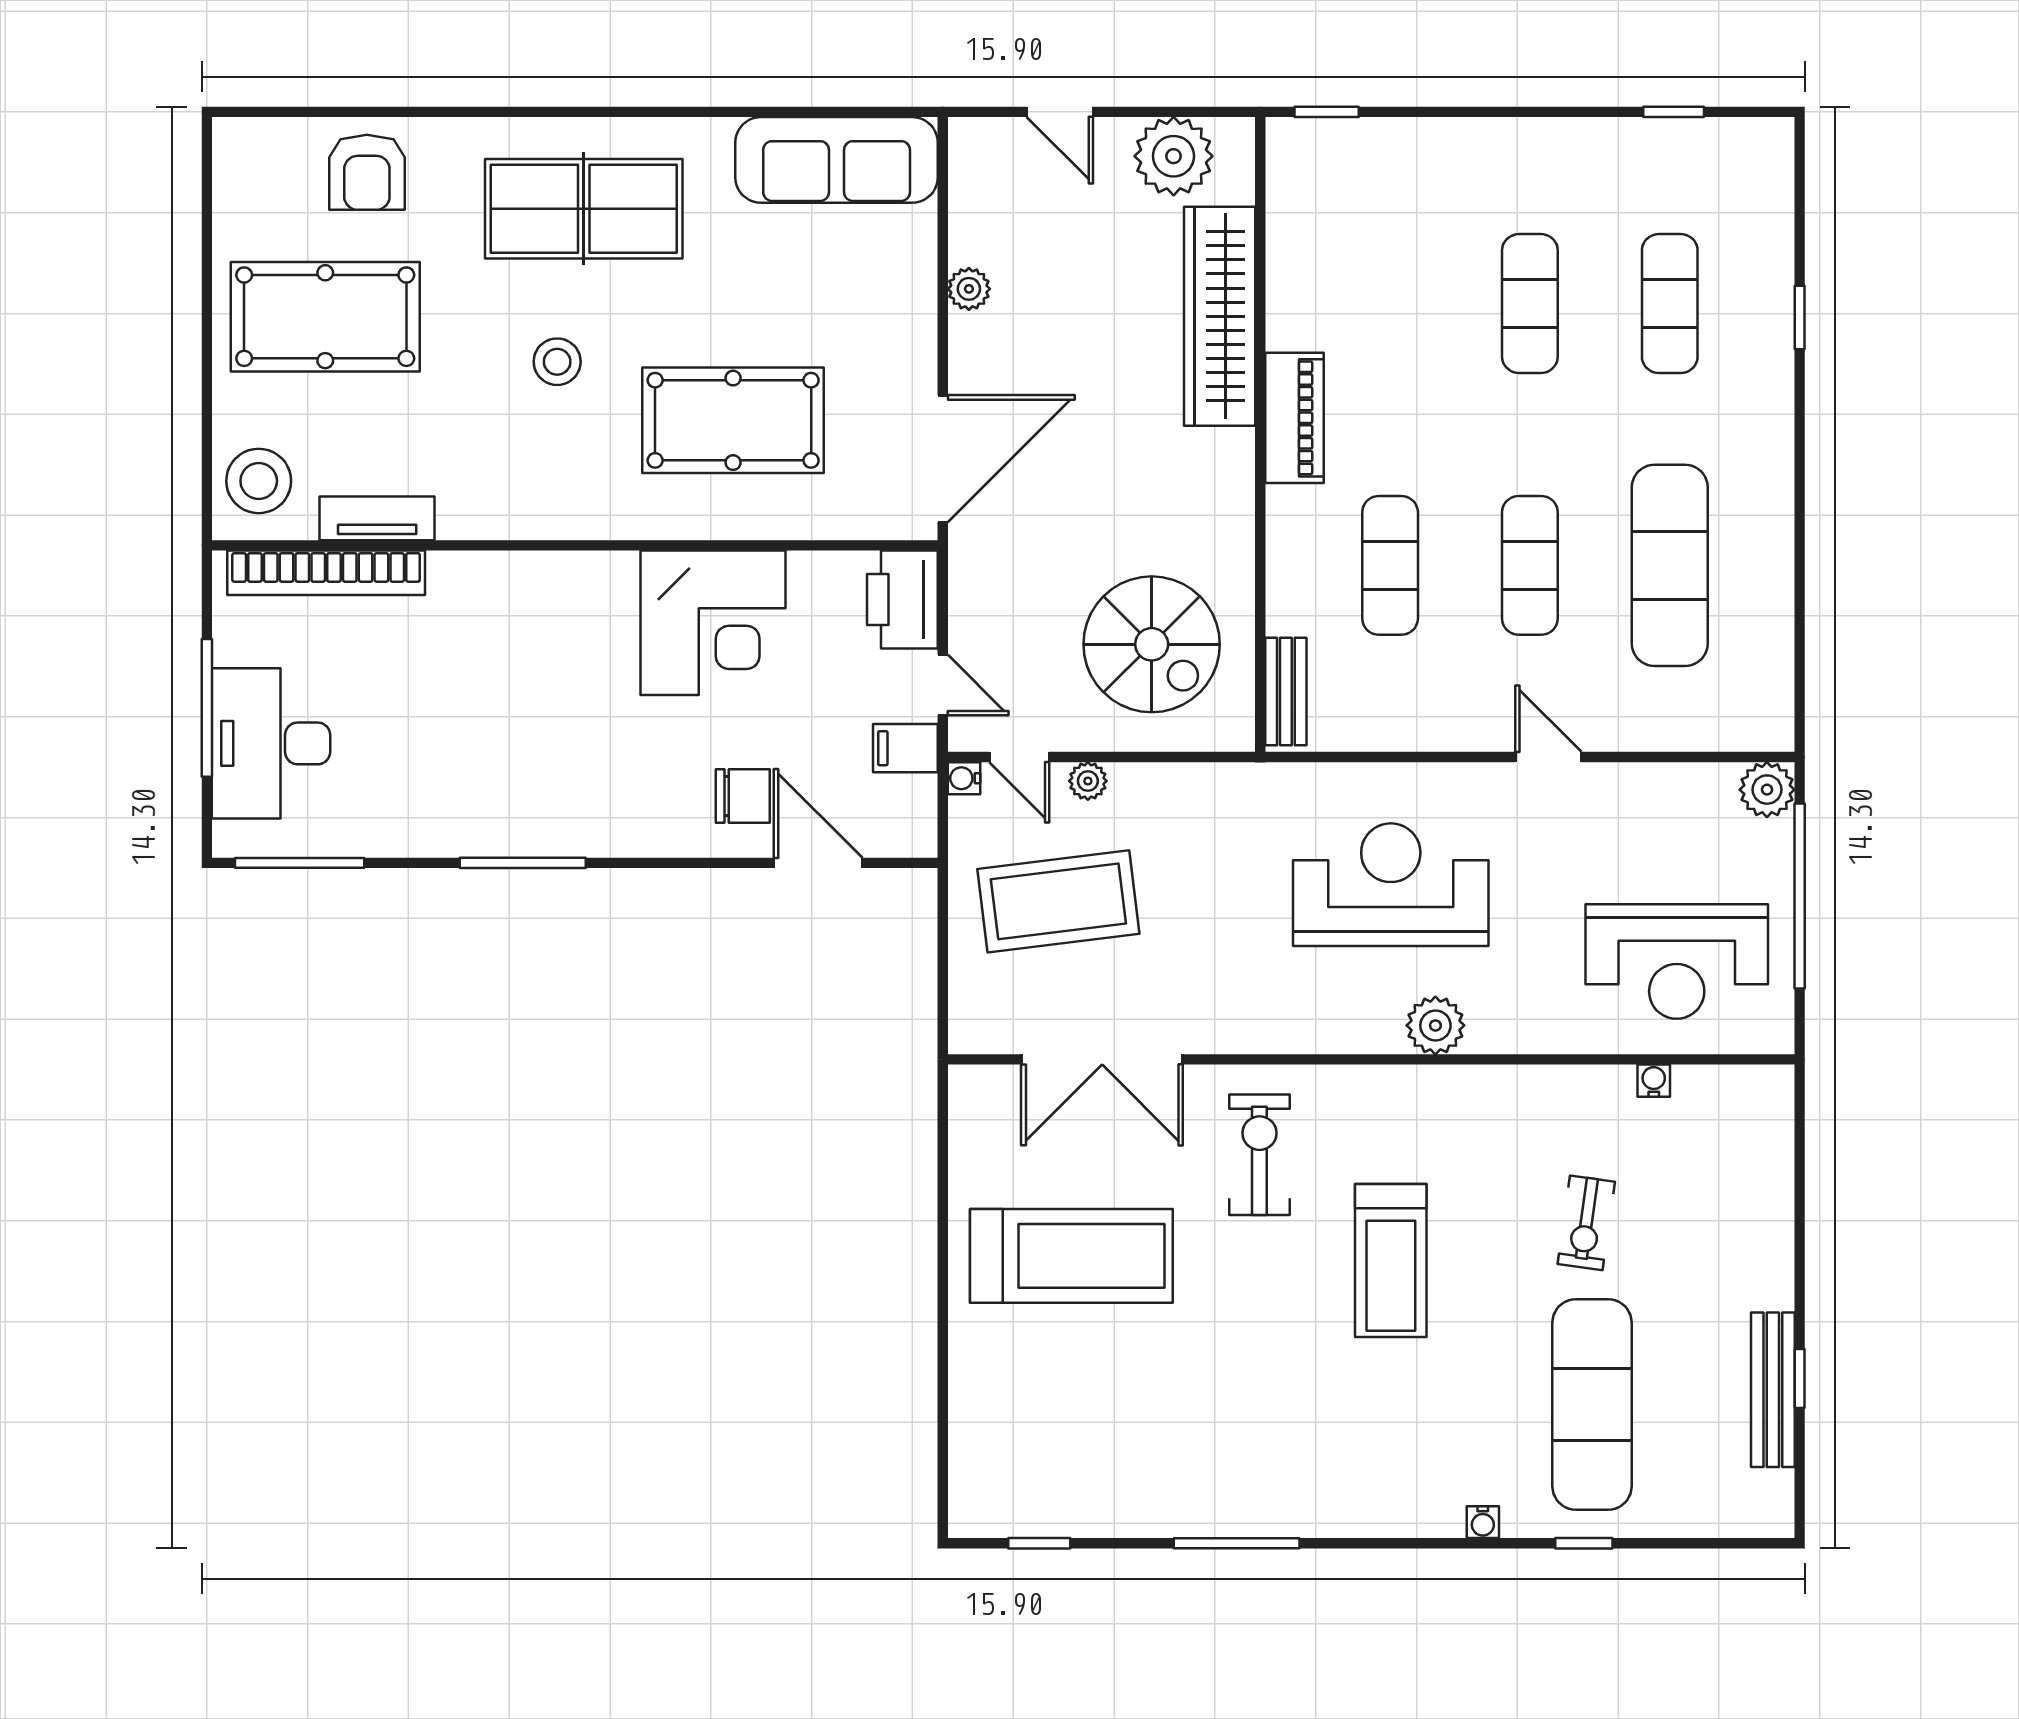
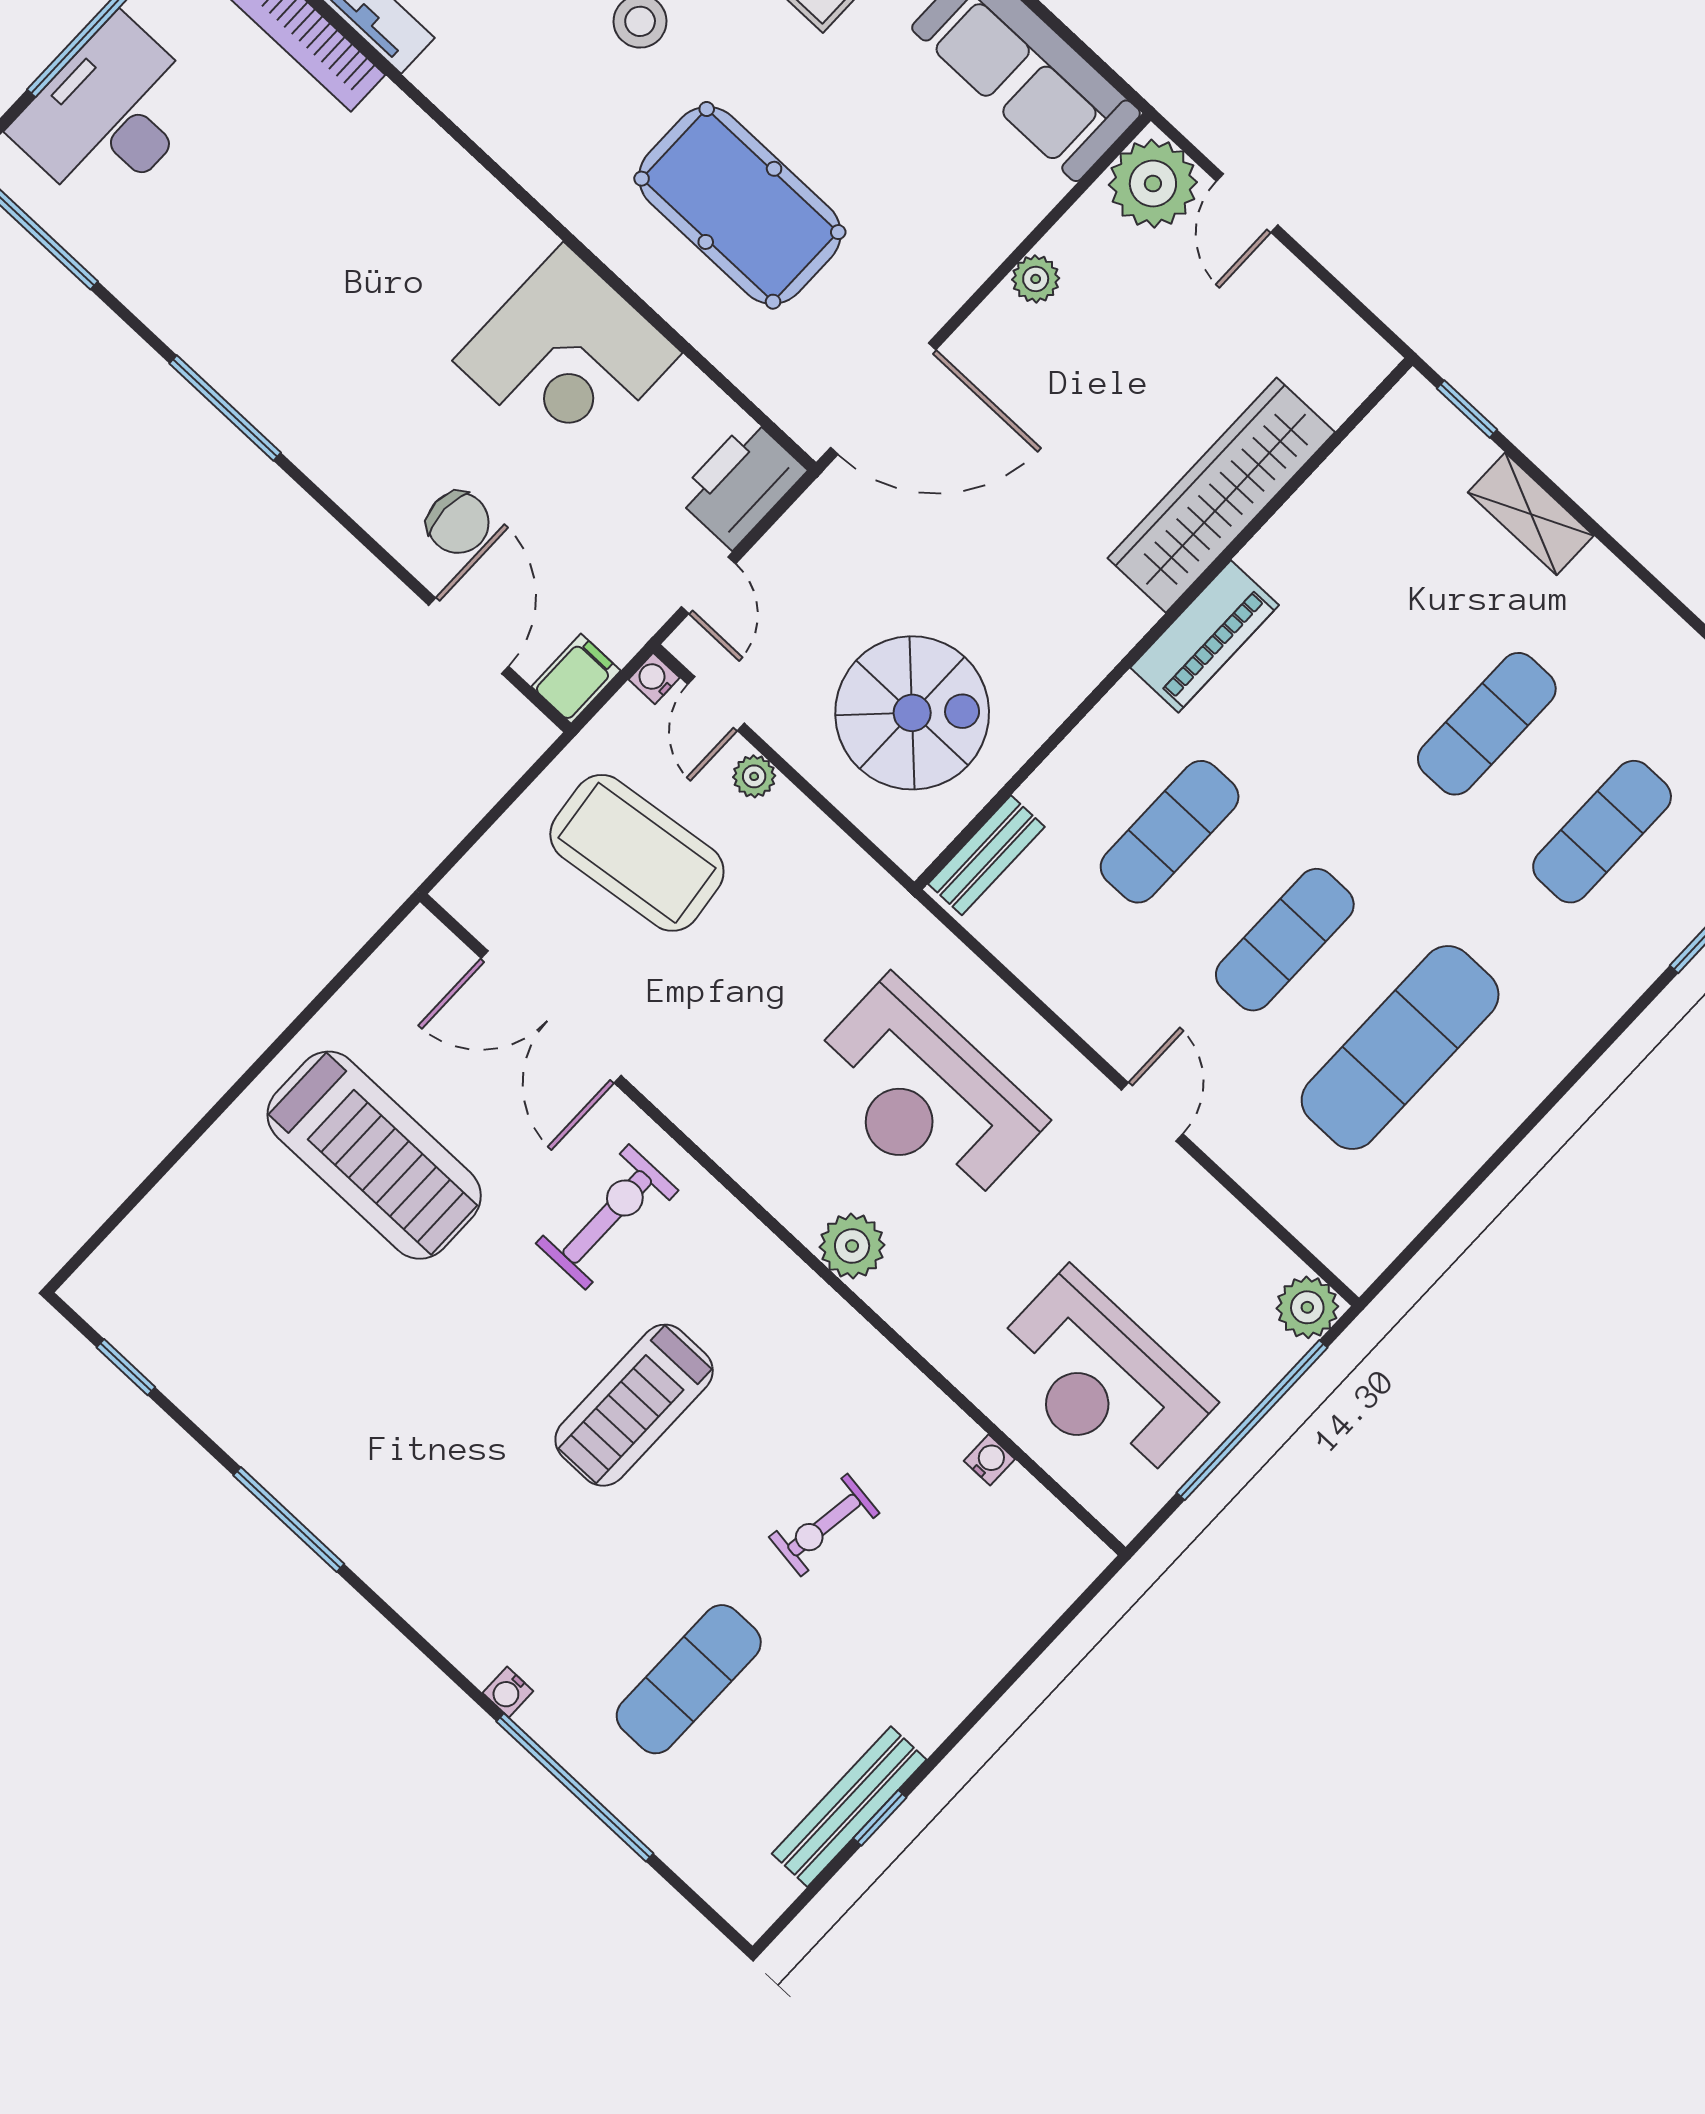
shelving: (1431, 141) -> (1531, 514), added
plant: (1174, 156) -> (1153, 184), moved
spiral stairs: (1152, 644) -> (912, 713), turned -90
filing cabinet: (905, 748) -> (576, 679), moved, turned 90
reception desk: (1391, 885) -> (924, 1096), turned 180
exercise mat: (1592, 1404) -> (689, 1679), width x0.73, depth x0.69
window: (1584, 1543) -> (575, 1787), width x3.17

